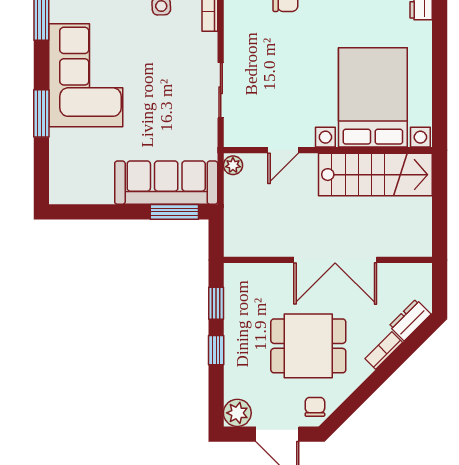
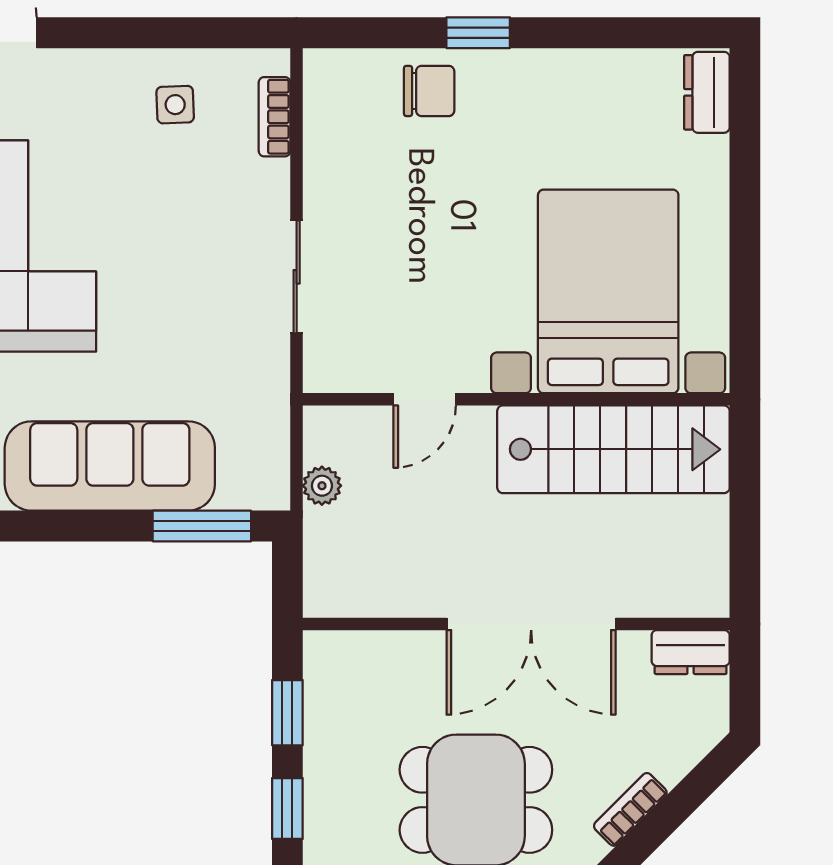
plant: (233, 165) -> (322, 486), moved
sofa: (166, 183) -> (110, 466), moved
dresser: (410, 320) -> (691, 652), moved, turned -135

